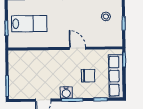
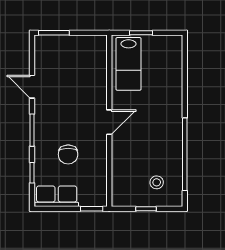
lab bench: (29, 24) -> (129, 64), moved
door: (78, 48) -> (109, 122), moved
row of seats: (116, 76) -> (57, 196), width x0.68
water cooler: (66, 93) -> (43, 121), removed

